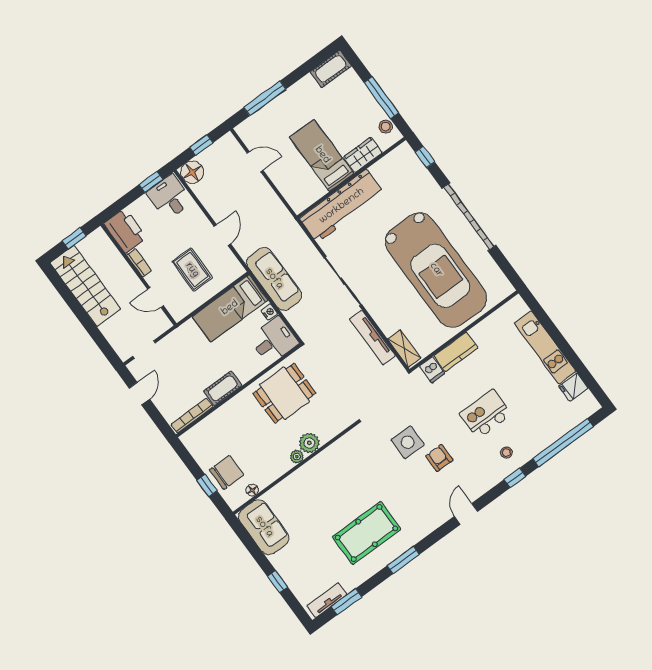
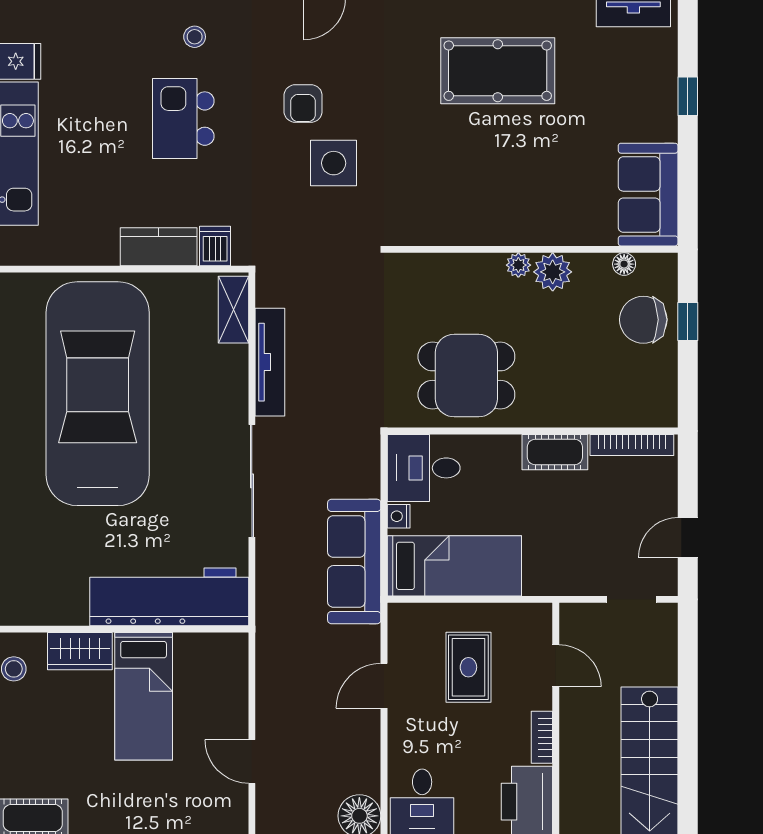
kitchen island: (486, 414) -> (183, 119), turned 90
plant: (309, 443) -> (553, 272), moved

